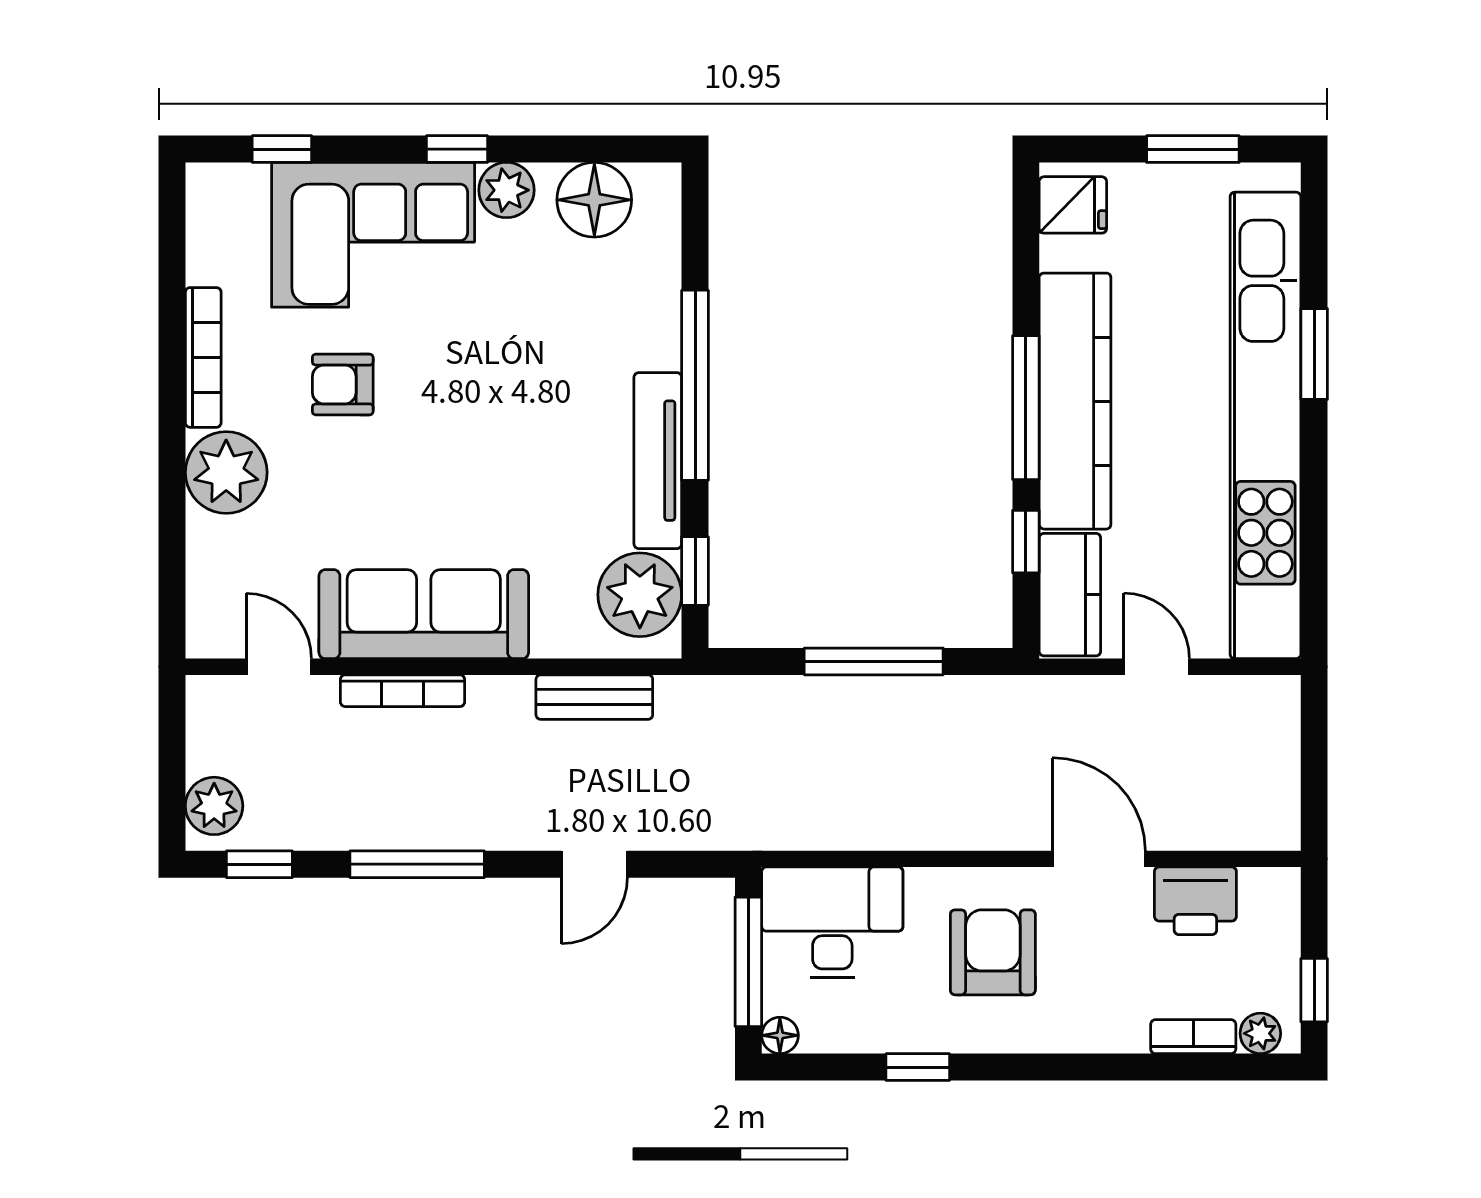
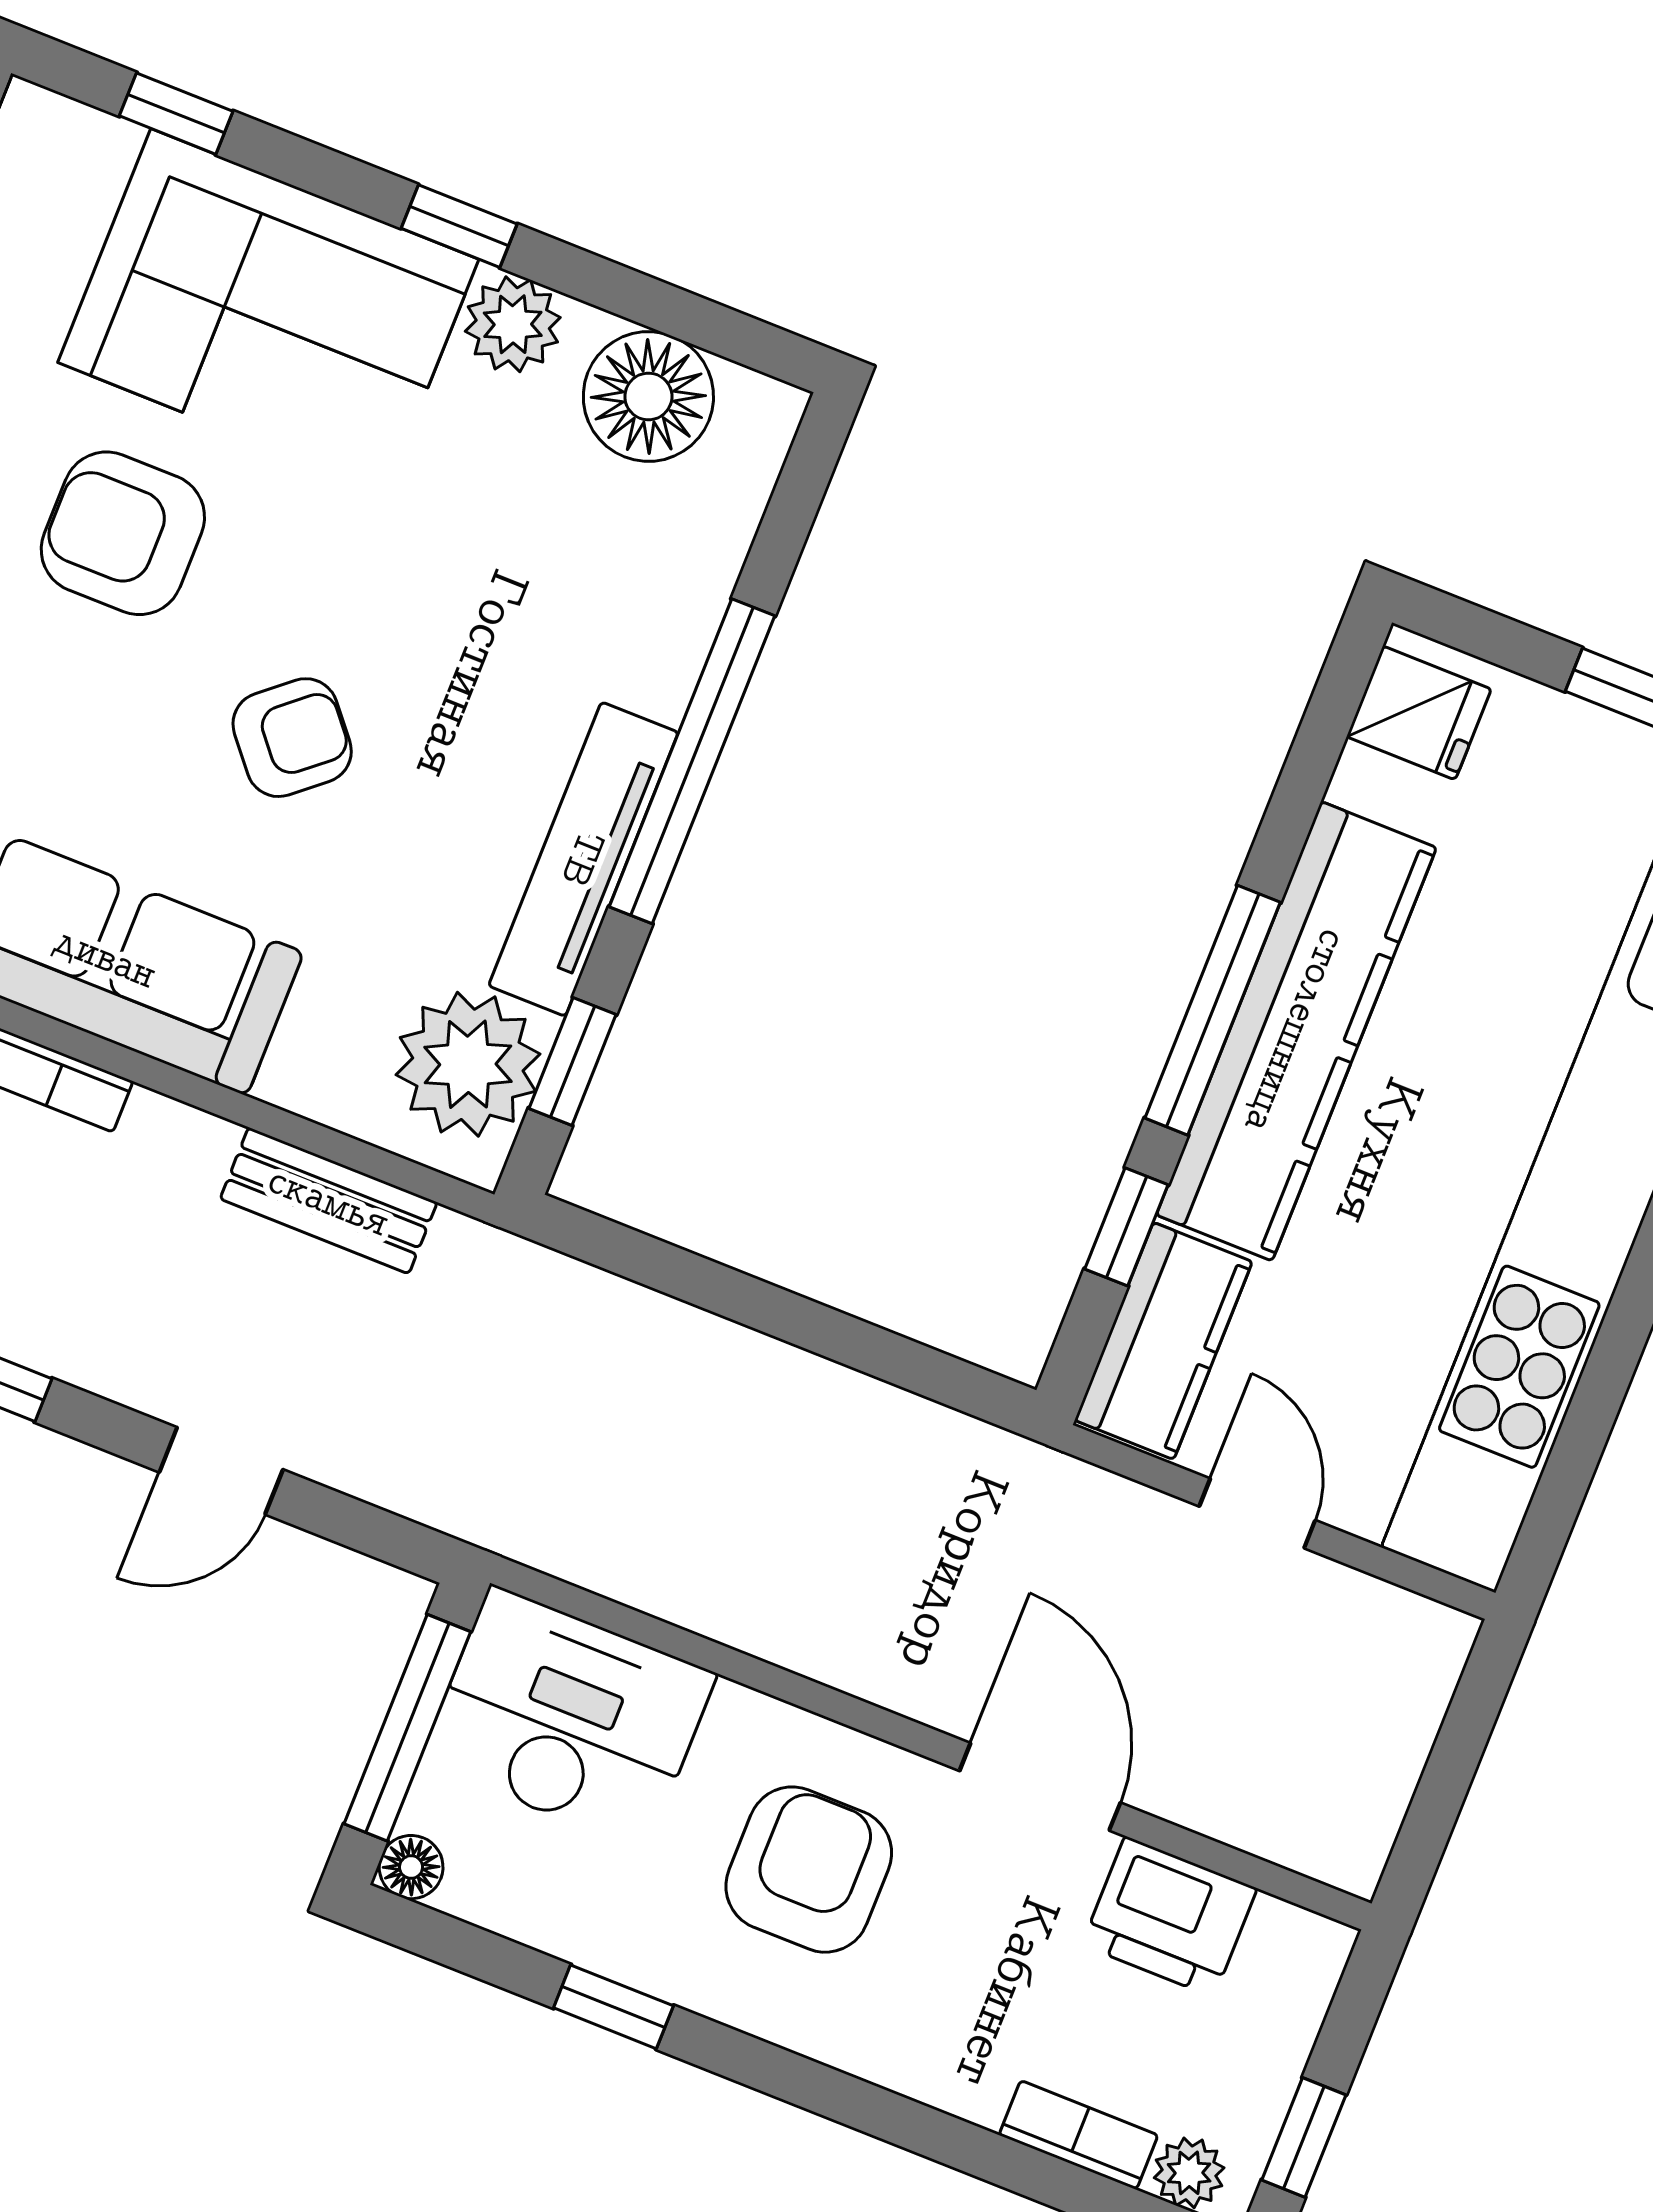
armchair: (343, 384) -> (123, 533), width x1.38, depth x1.38
armchair: (476, 458) -> (292, 738), added
window: (874, 661) -> (803, 1323), removed

